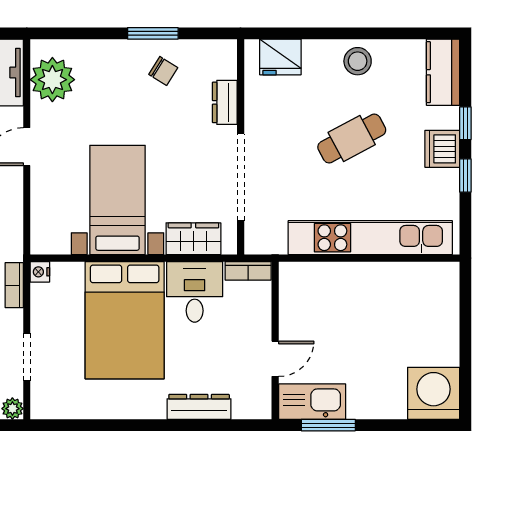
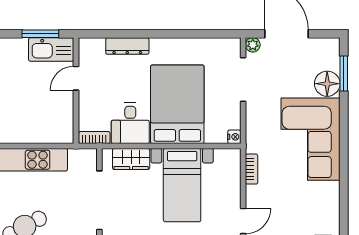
bookcase: (14, 285) -> (252, 169), moved
doorway: (27, 357) -> (243, 79), width x1.38

